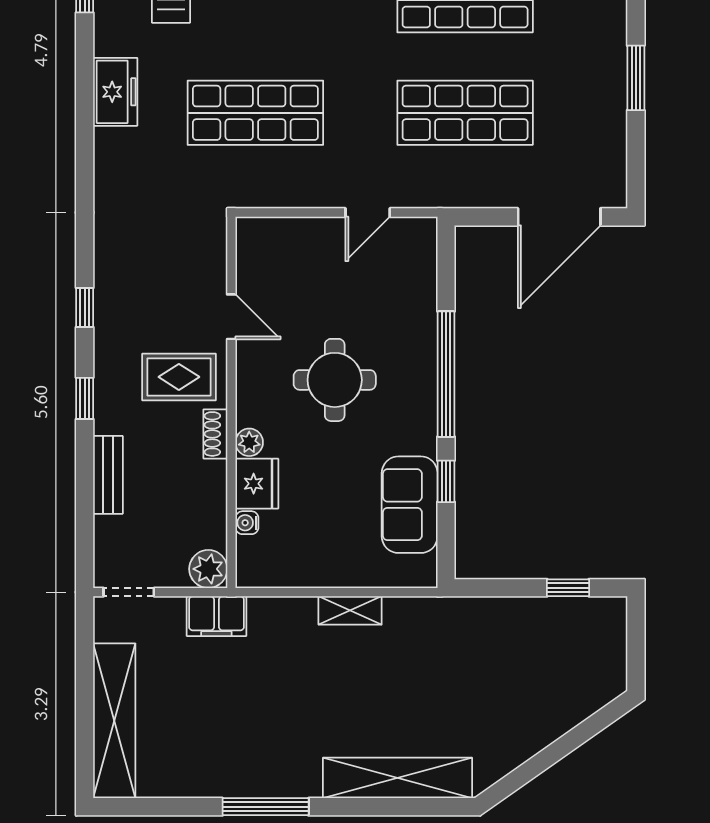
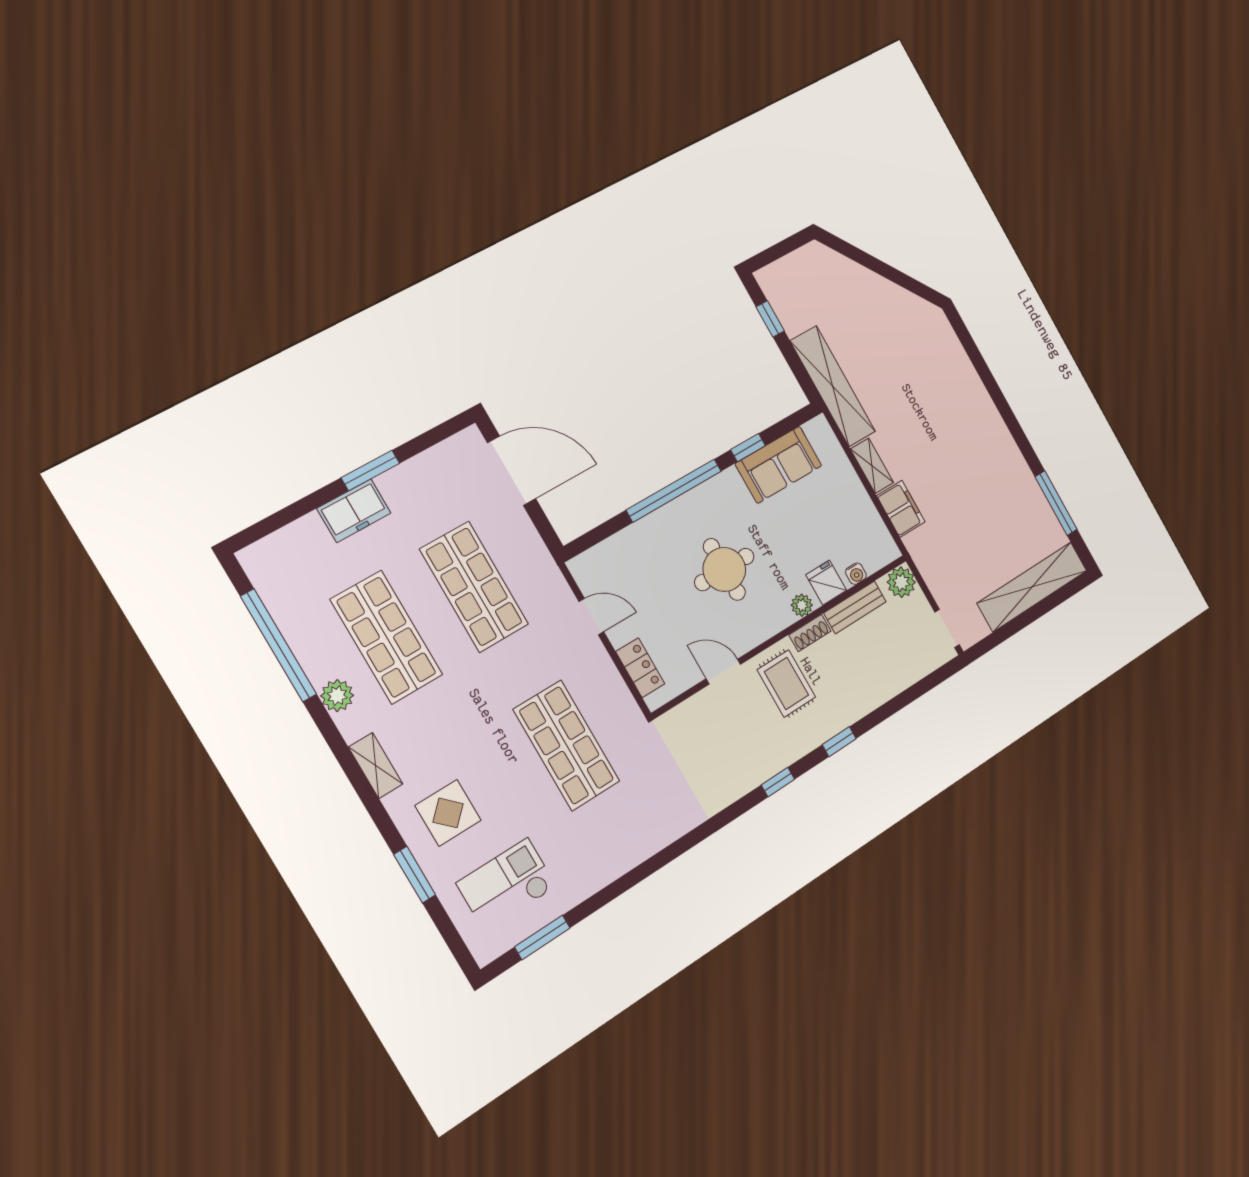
freezer: (115, 92) -> (354, 511), moved, turned 180
locker: (287, 232) -> (640, 668), added
door: (231, 317) -> (723, 672), hinge flipped
bench: (108, 475) -> (855, 607), moved
fridge: (257, 484) -> (826, 583), width x0.72
filing cabinet: (216, 616) -> (901, 509), moved
shelving: (398, 778) -> (833, 386), moved
window: (266, 807) -> (1056, 503), moved

